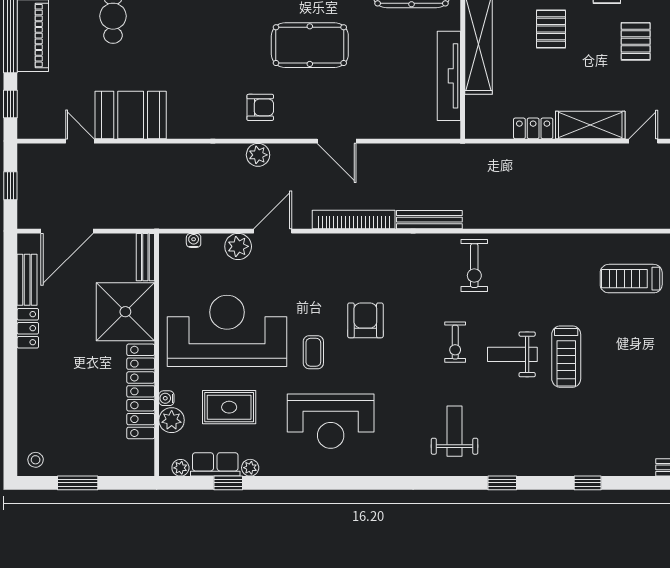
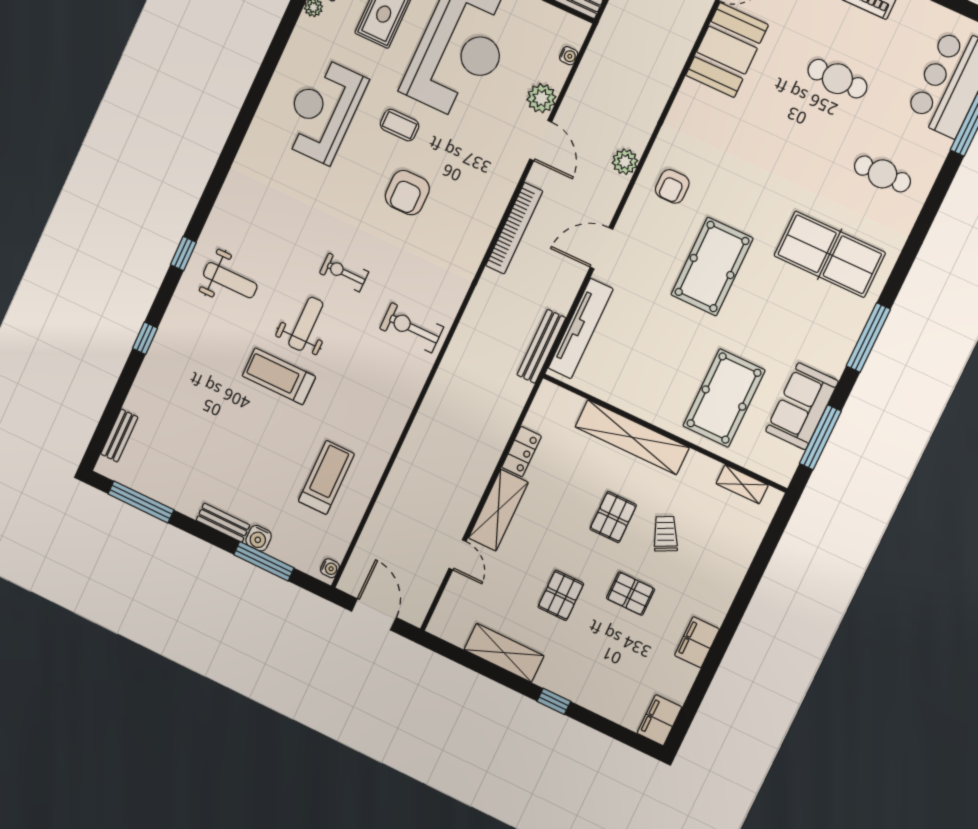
pallet: (551, 29) -> (613, 517), turned 90
pallet: (636, 41) -> (561, 595), turned 90
tv unit: (449, 76) -> (581, 329), moved, turned 90
bench: (429, 220) -> (541, 346), moved
armchair: (365, 320) -> (407, 193), turned 90
weight bench: (455, 431) -> (230, 280), moved

